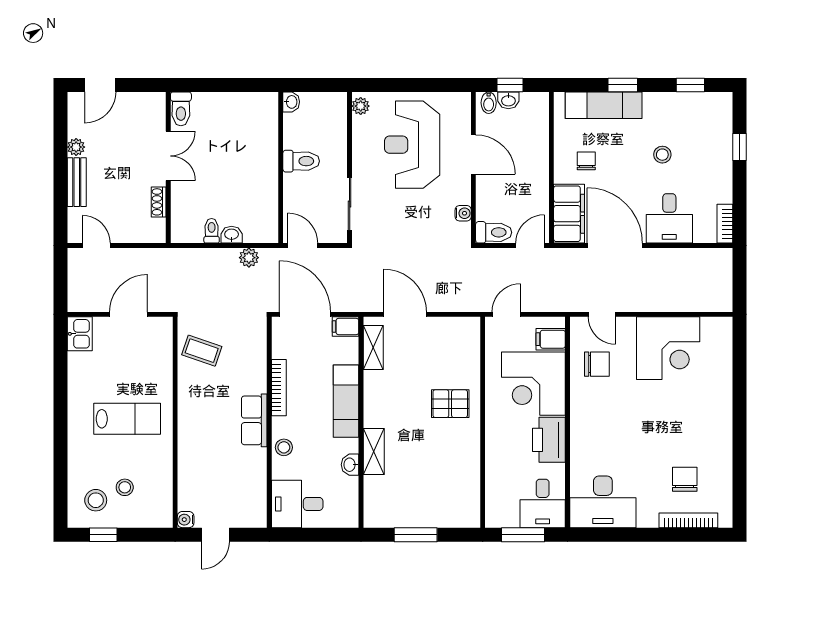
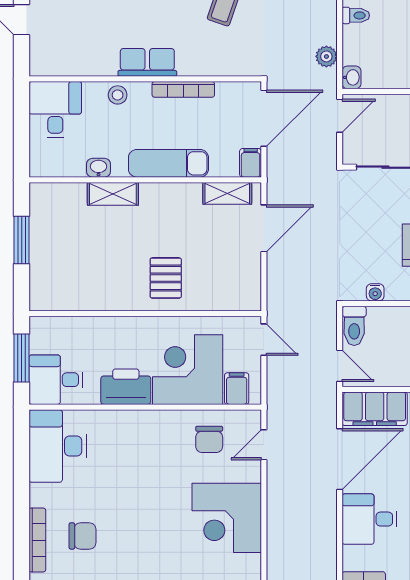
washbasin: (232, 235) -> (352, 77), moved

